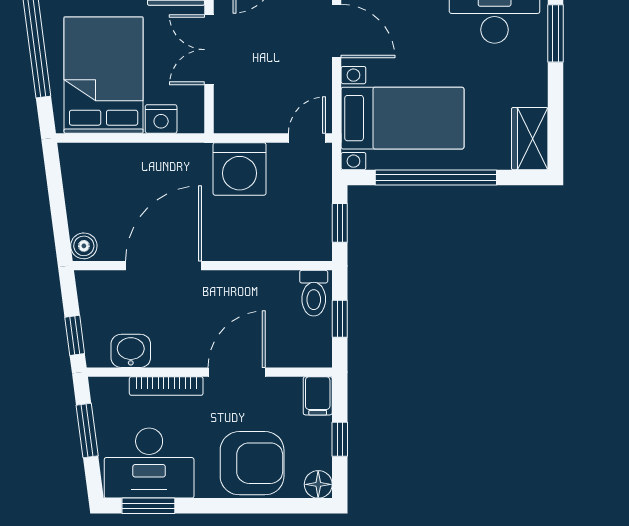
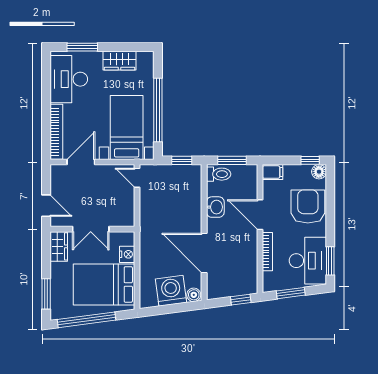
wardrobe: (530, 139) -> (120, 61), moved
washing machine: (240, 169) -> (171, 291), moved, turned -97
window: (340, 319) -> (232, 160), width x1.50
washbasin: (131, 351) -> (215, 207), moved, turned 180
window: (340, 439) -> (310, 160), moved

